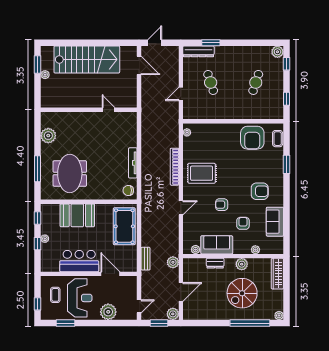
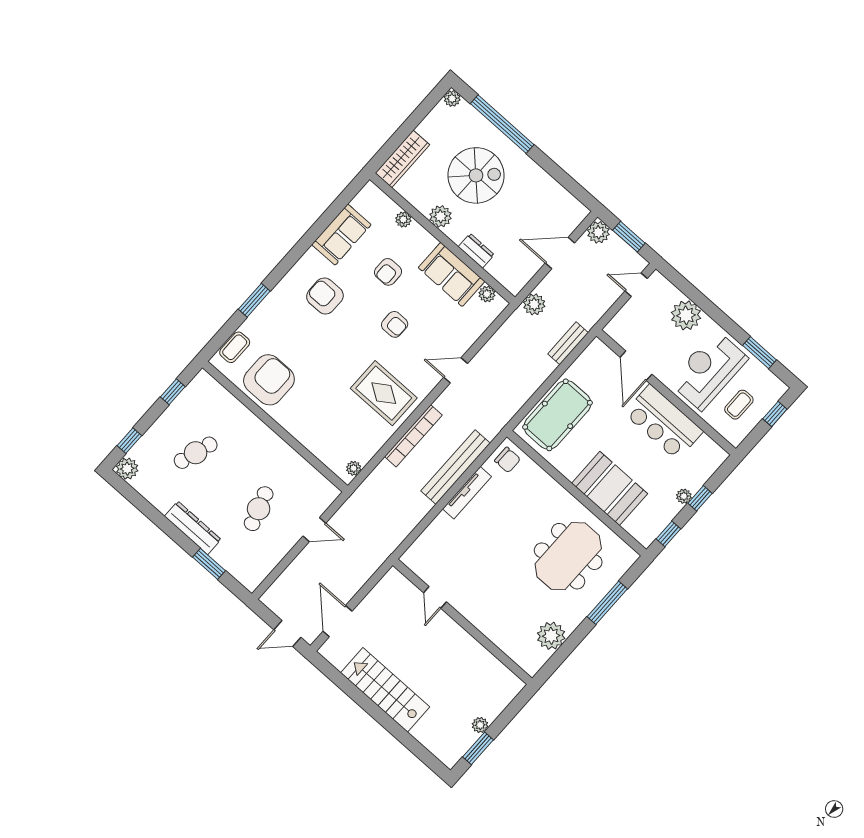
dresser: (198, 51) -> (193, 528), moved
stairs: (87, 59) -> (385, 690), width x0.73, depth x0.66
bench: (147, 169) -> (455, 467), added

